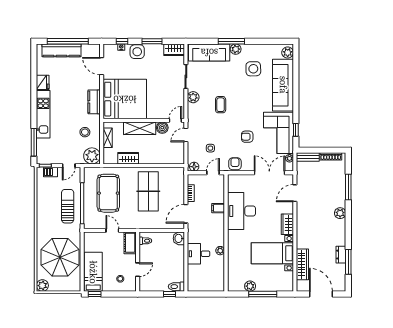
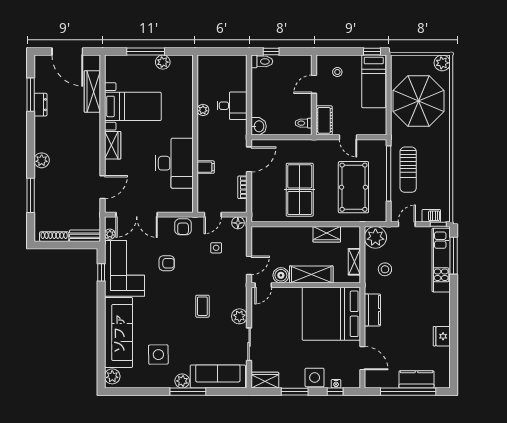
kitchen counter: (61, 50) -> (417, 379), width x0.67
kitchen unit: (43, 114) -> (441, 260), moved

